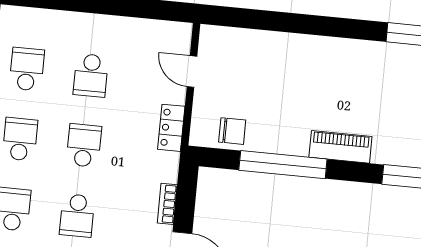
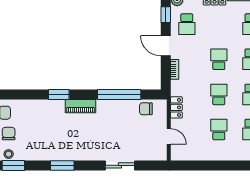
sliding door: (295, 23) -> (120, 165), added
school desk: (84, 145) -> (219, 94), turned 180
piano: (340, 147) -> (80, 106), moved

